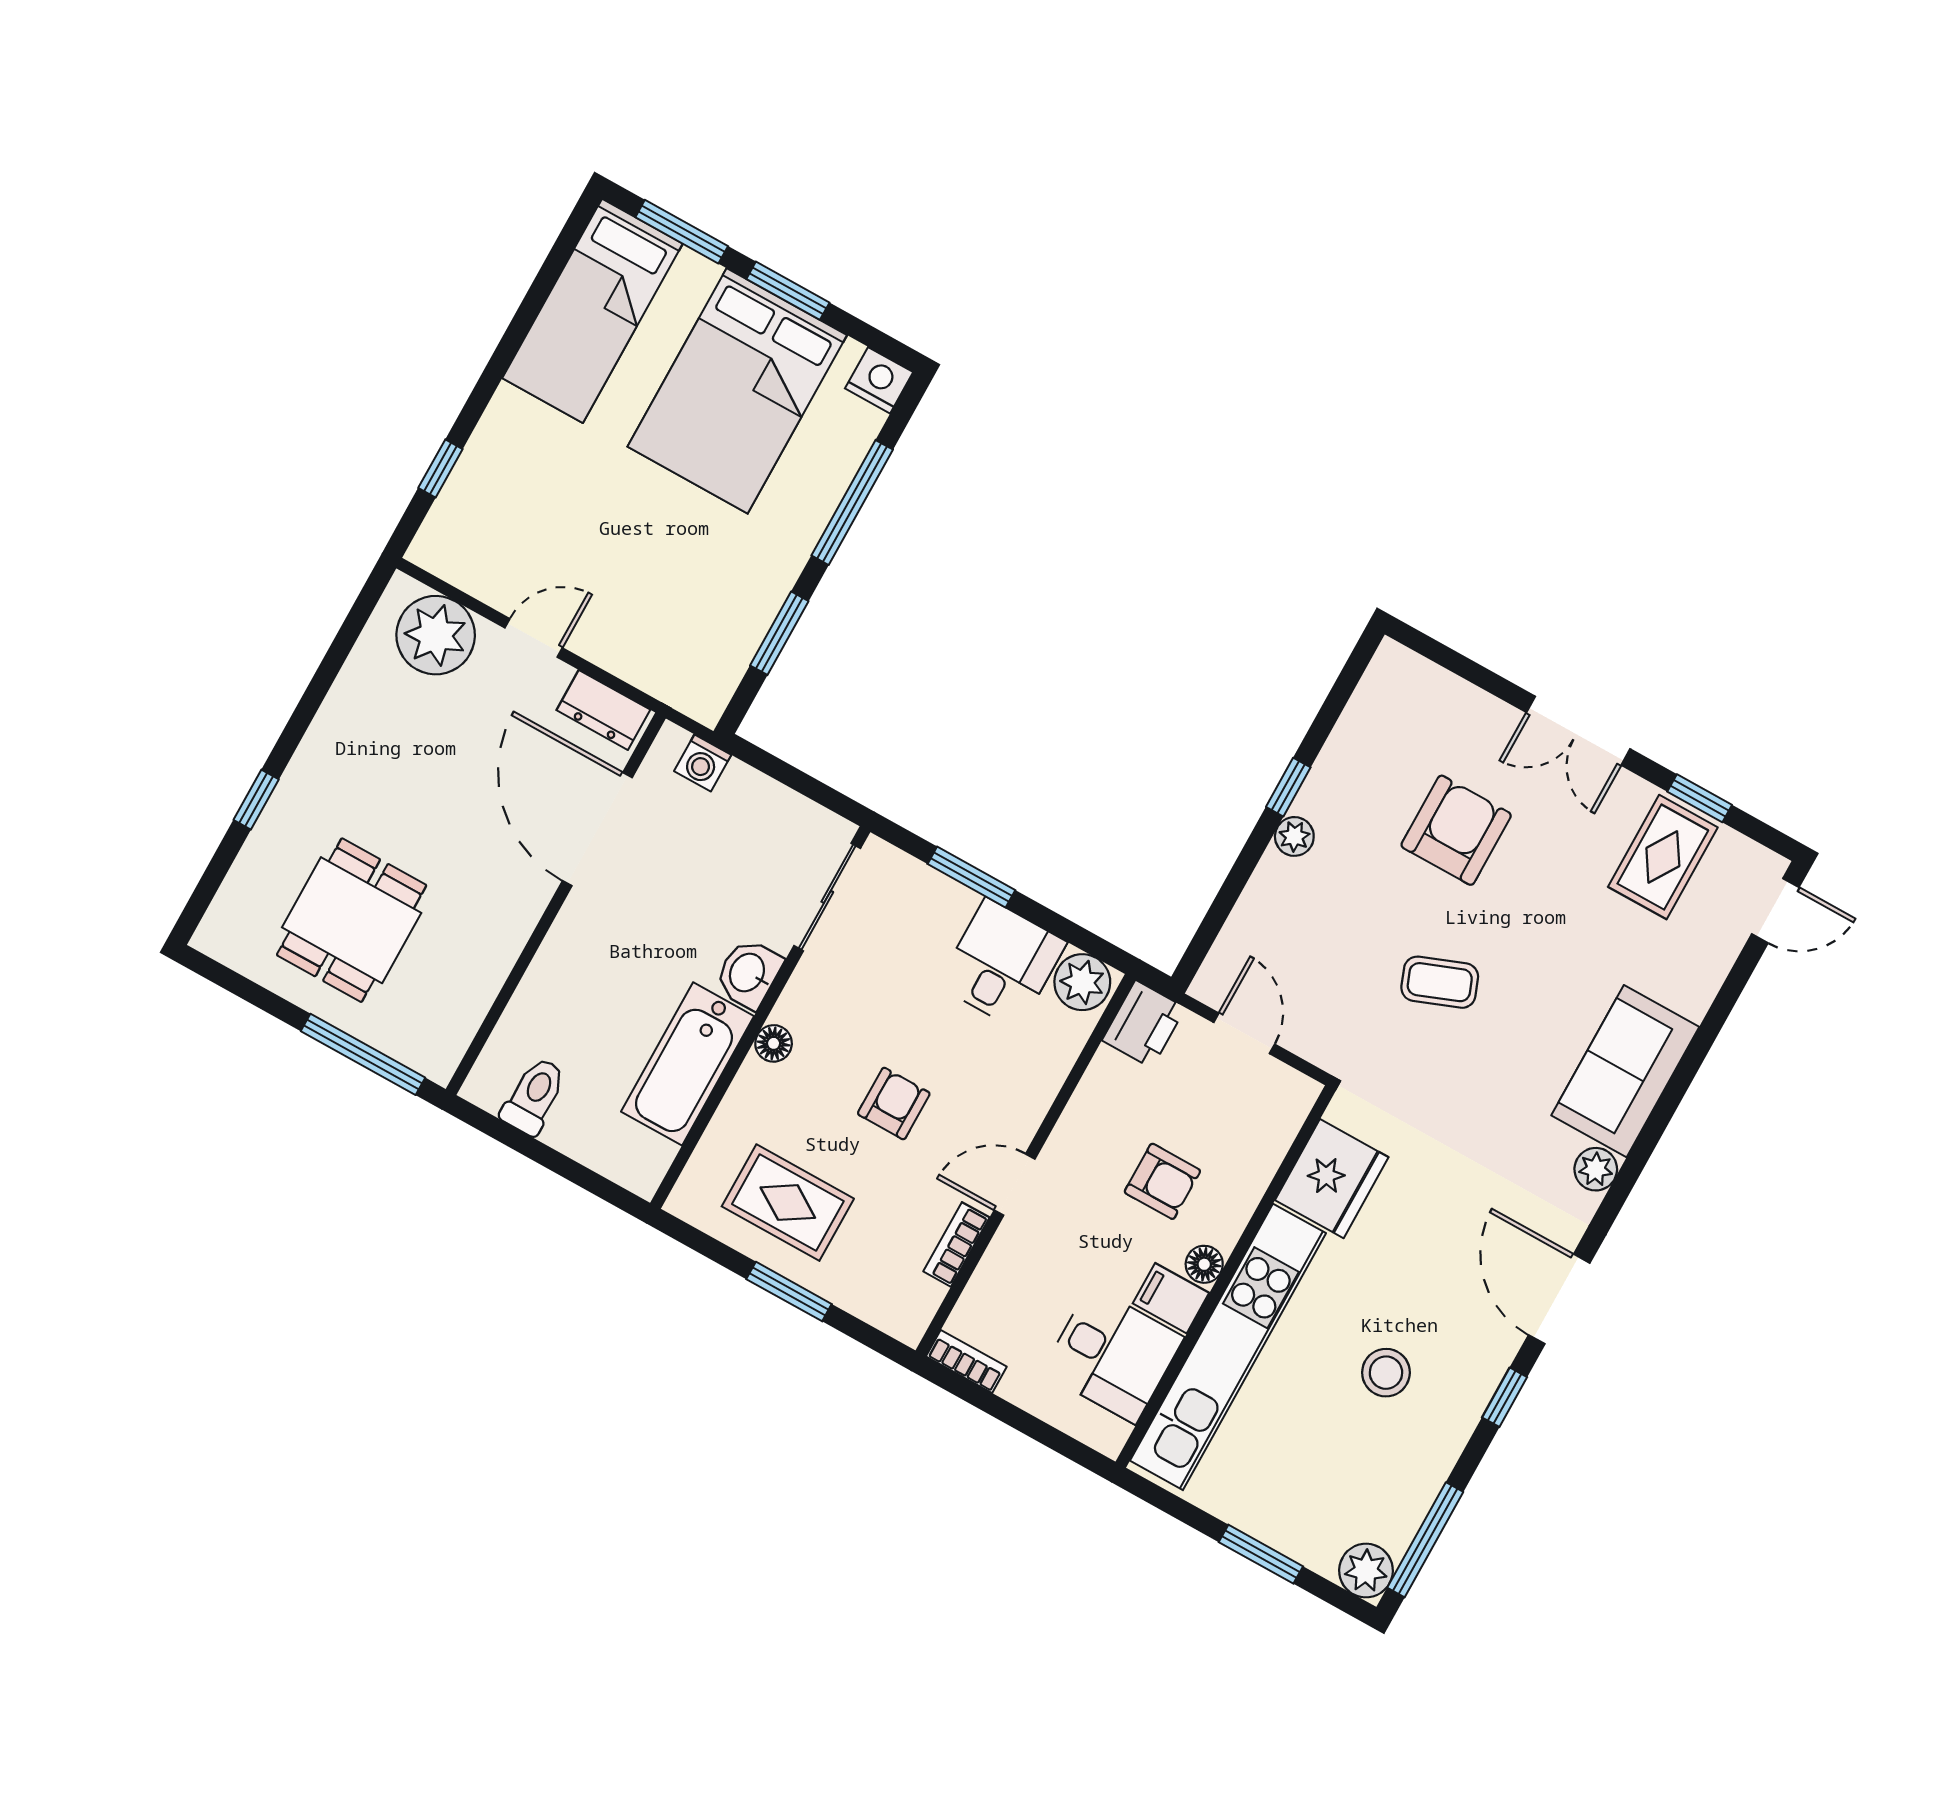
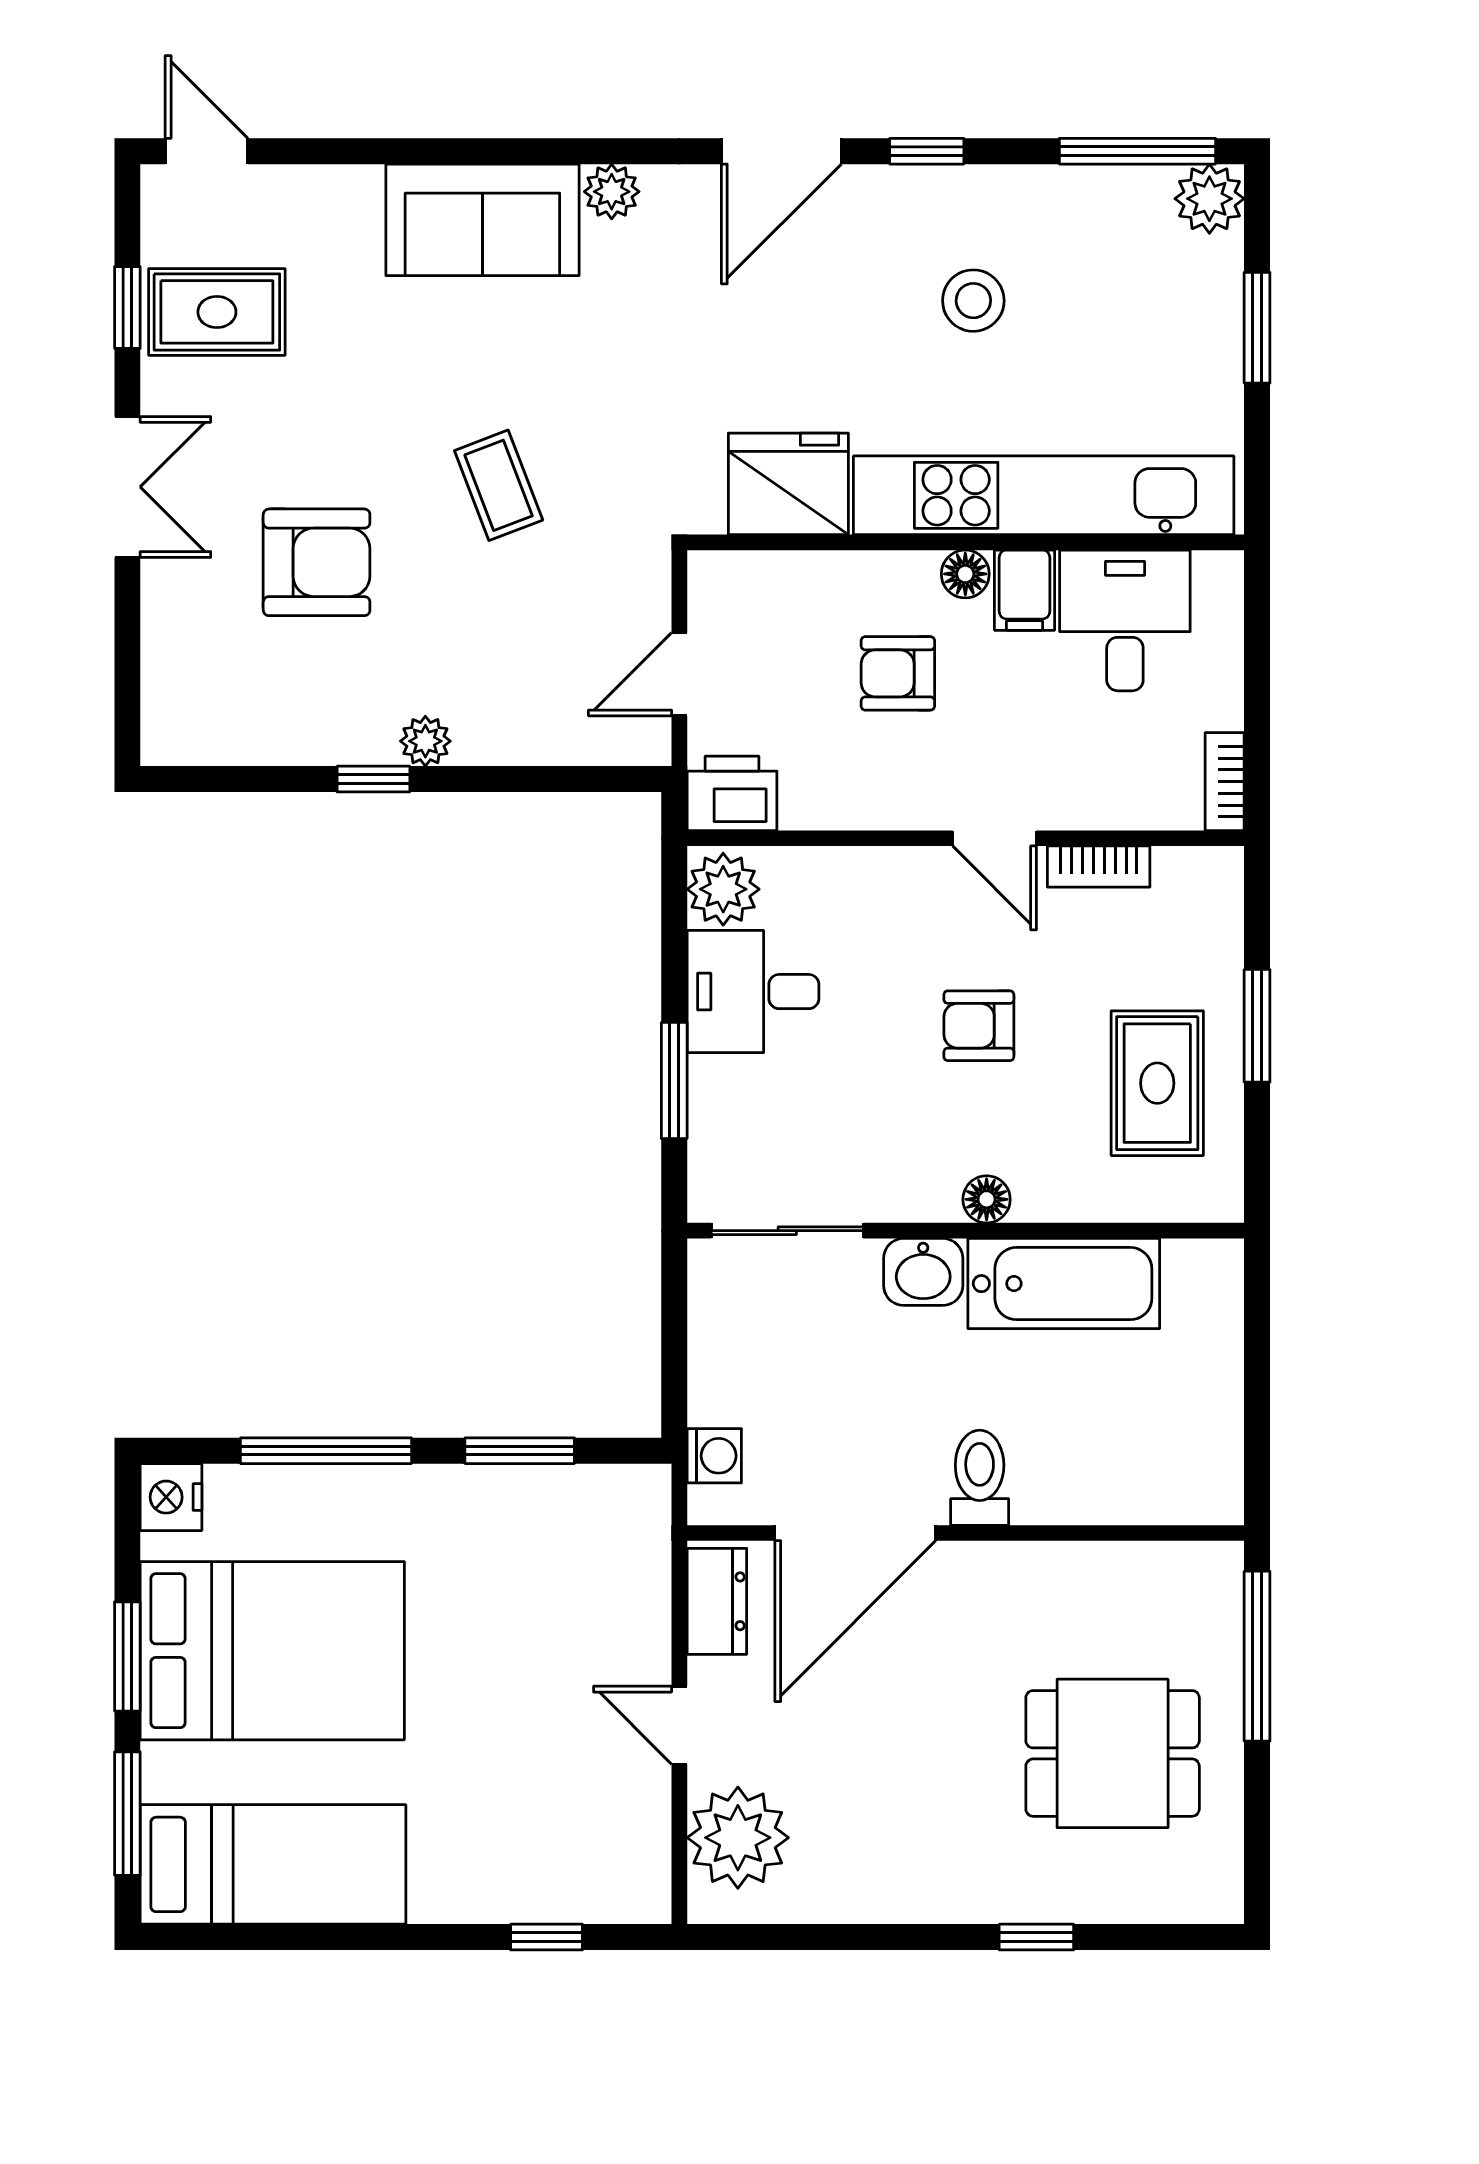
armchair: (1456, 830) -> (317, 562), turned 180
toilet: (534, 1096) -> (980, 1478), moved, turned 90
armchair: (1162, 1181) -> (898, 673), turned -90

